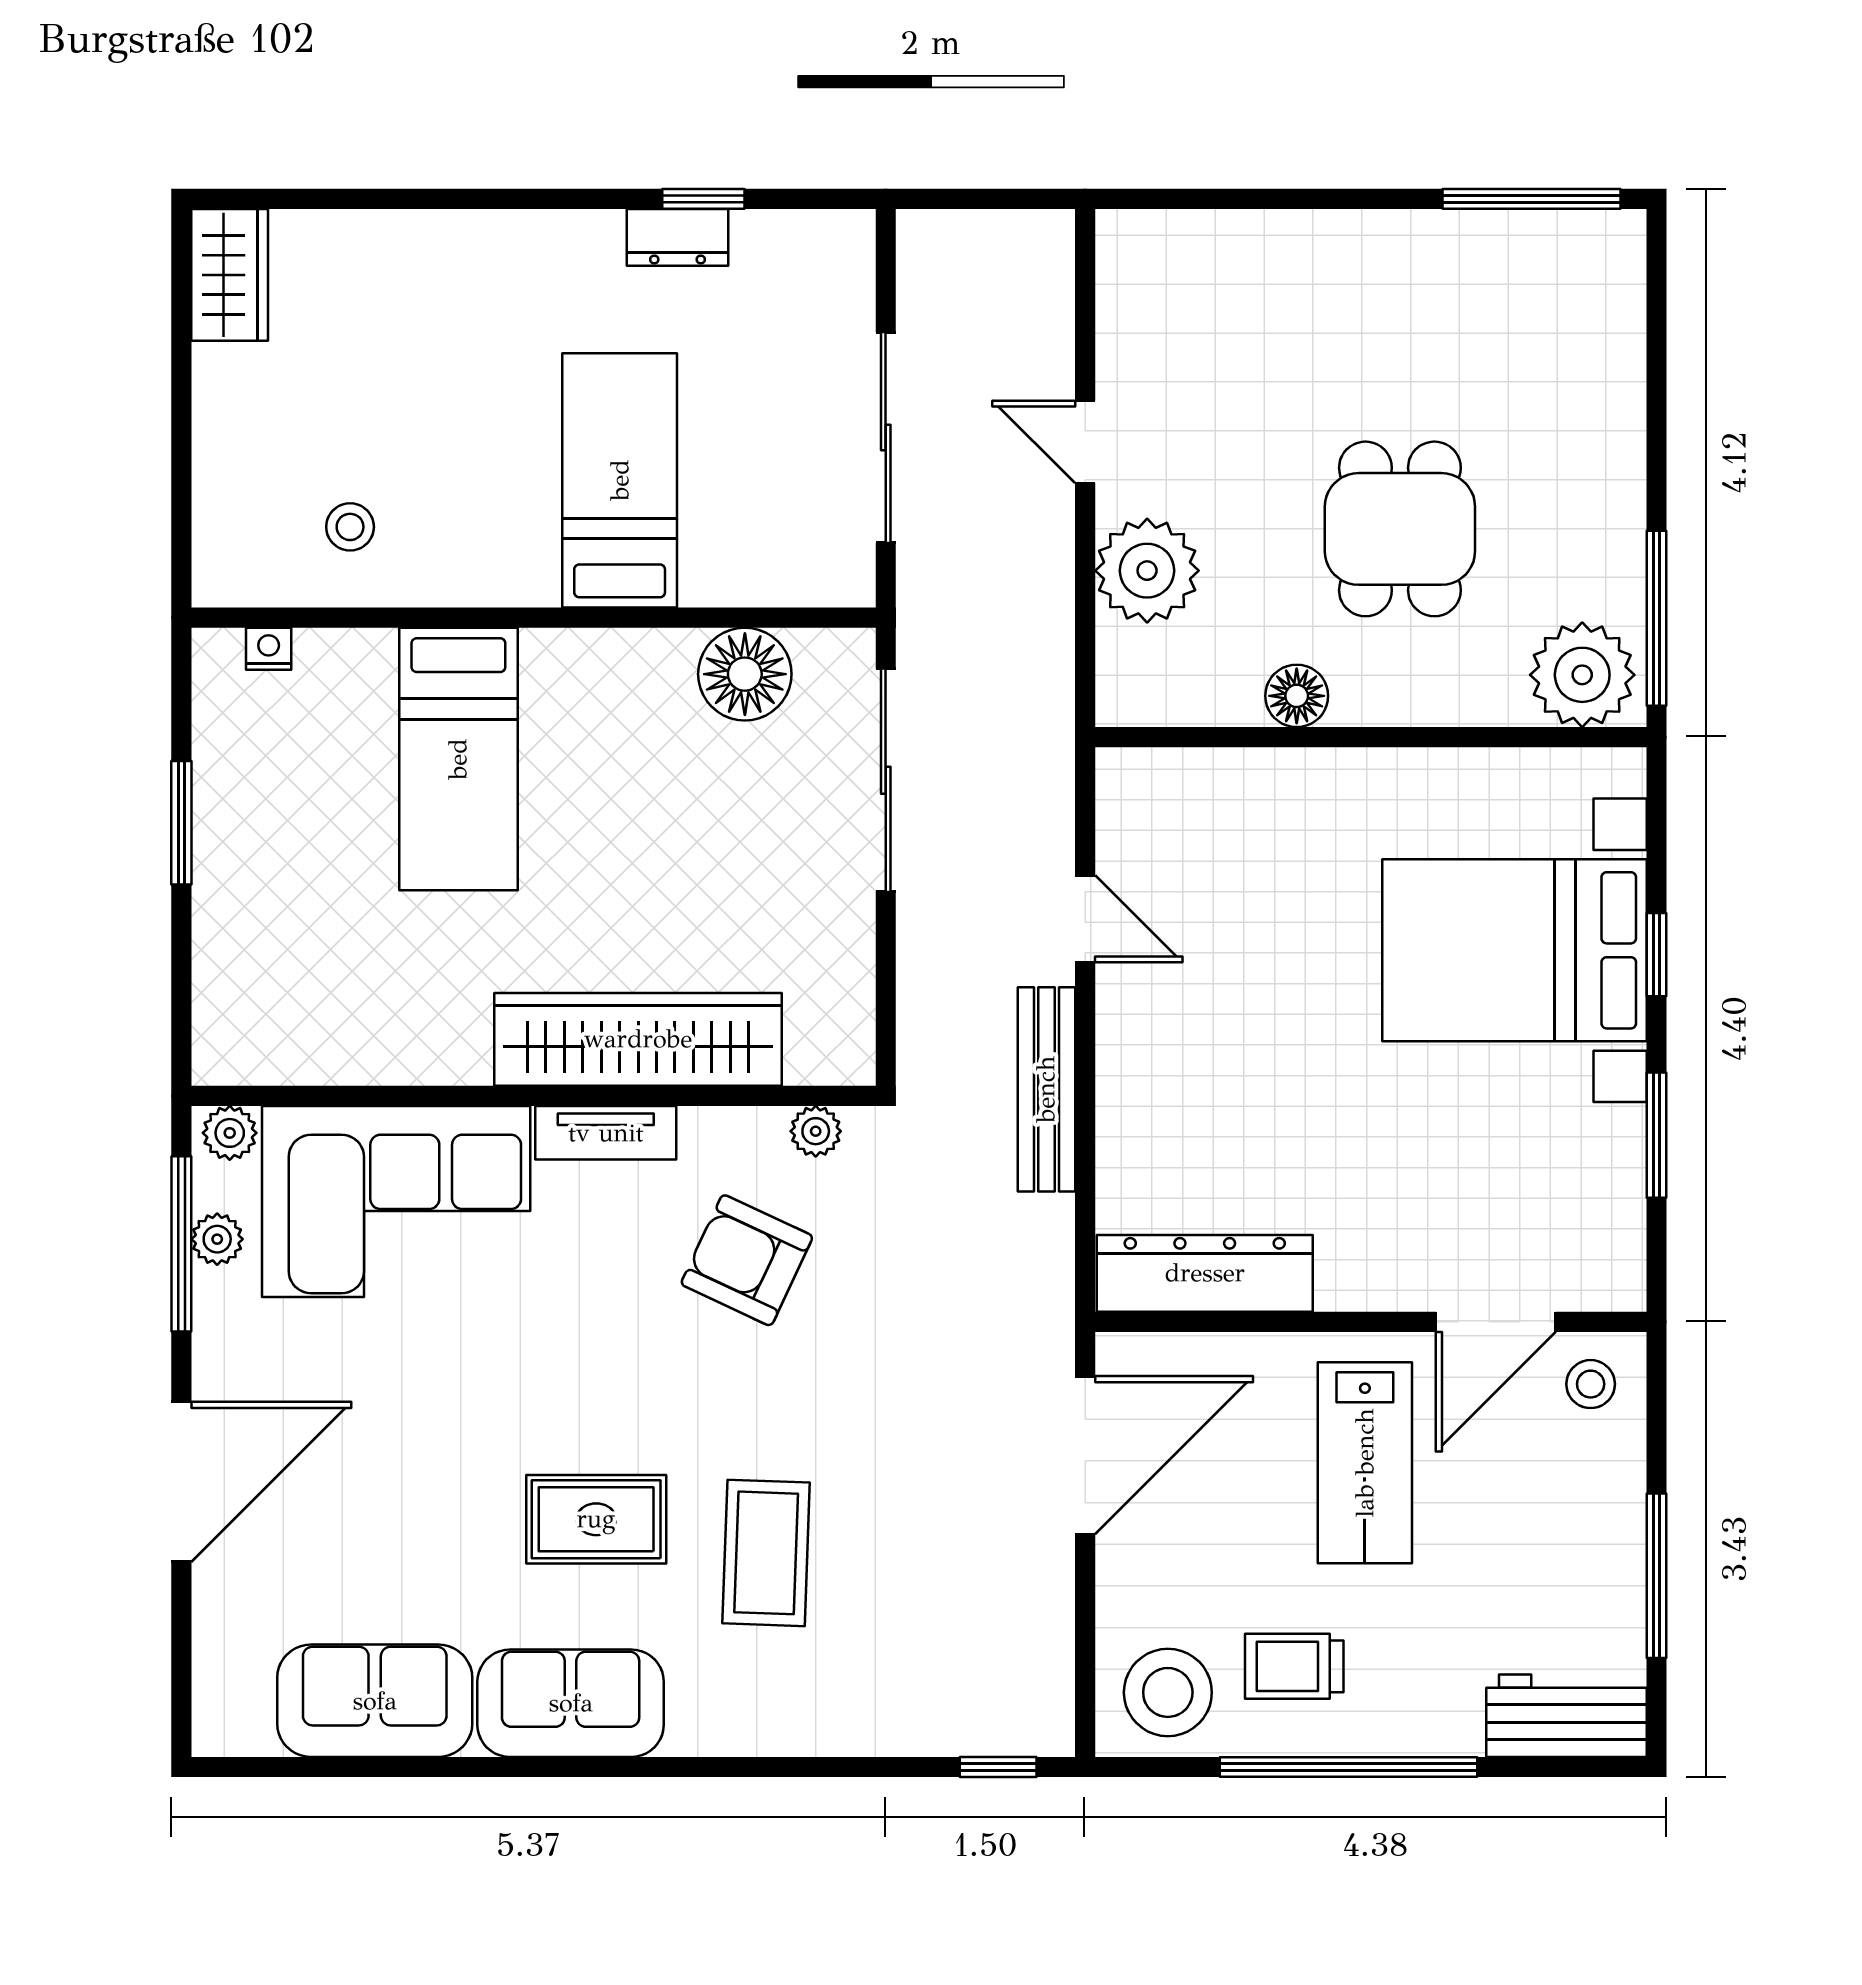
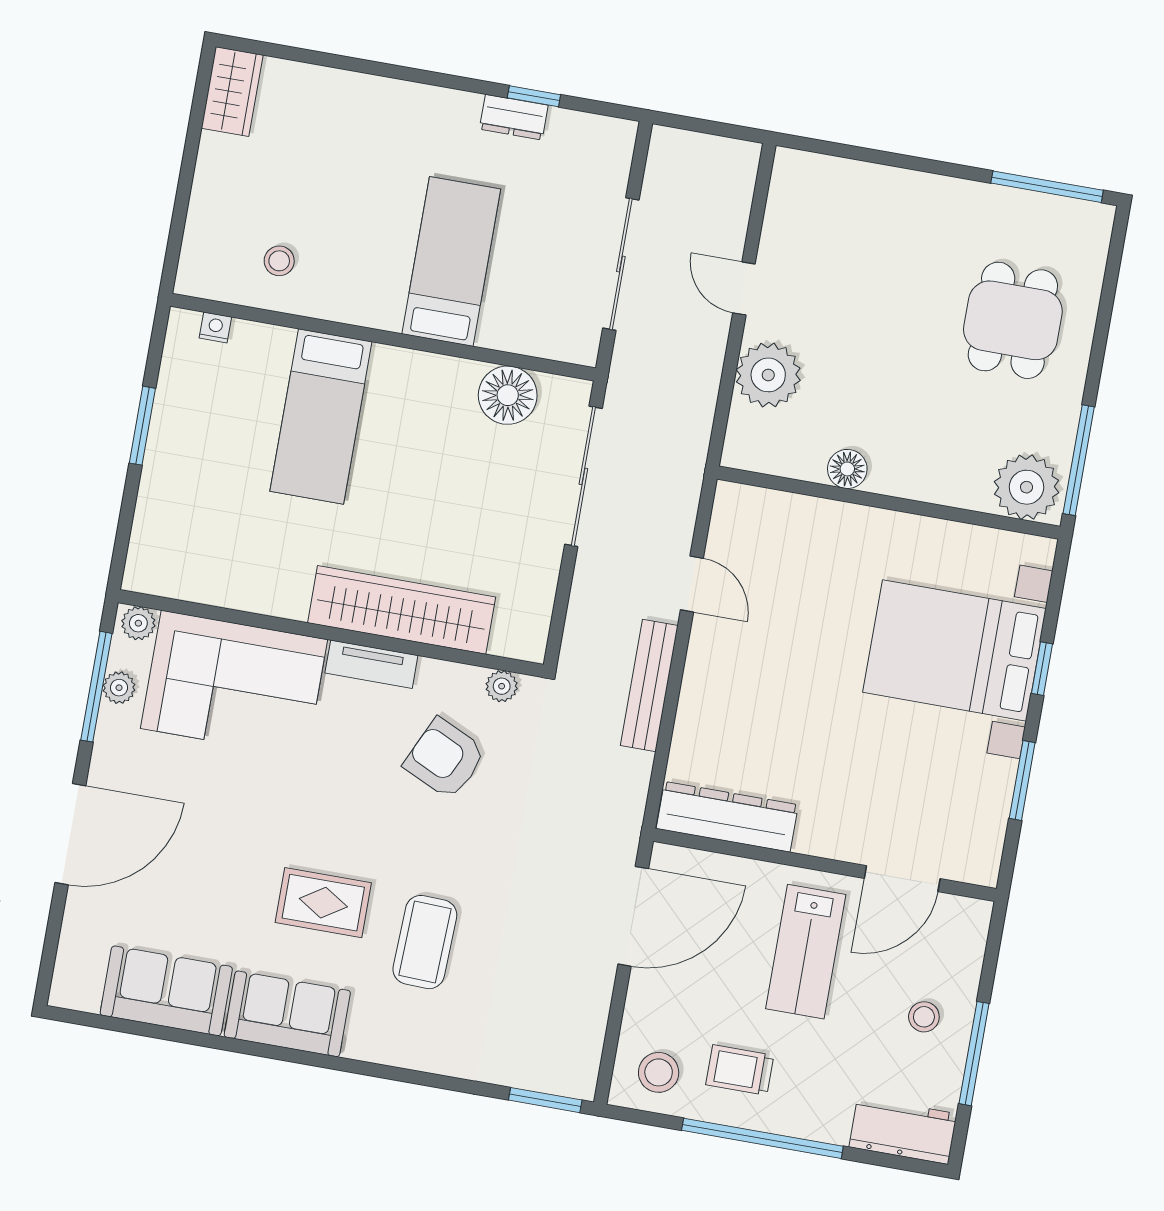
dining table: (1400, 529) -> (1013, 320), moved
stool: (1591, 1384) -> (924, 1017), moved
stool: (1168, 1692) -> (659, 1072), width x0.73, depth x0.73
window: (998, 1767) -> (545, 1100), width x1.50

